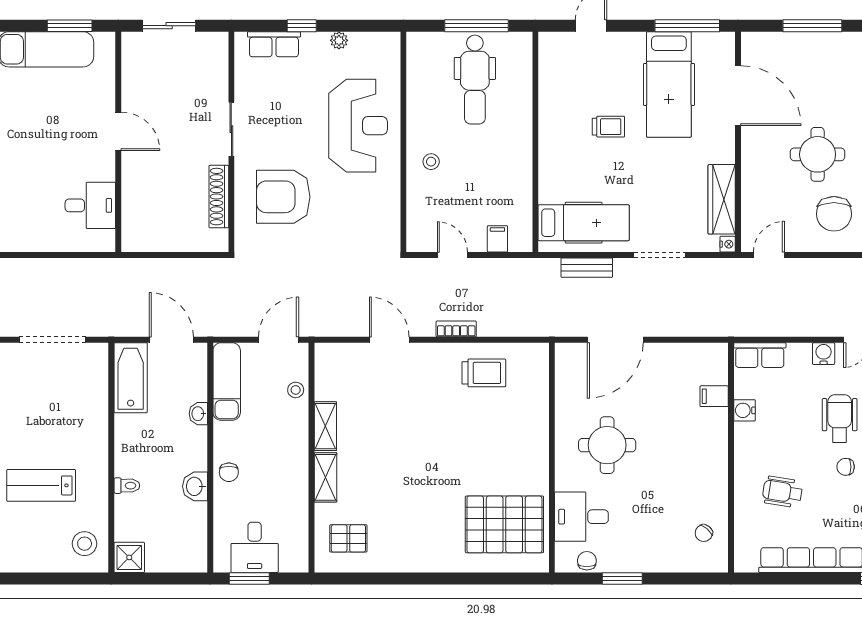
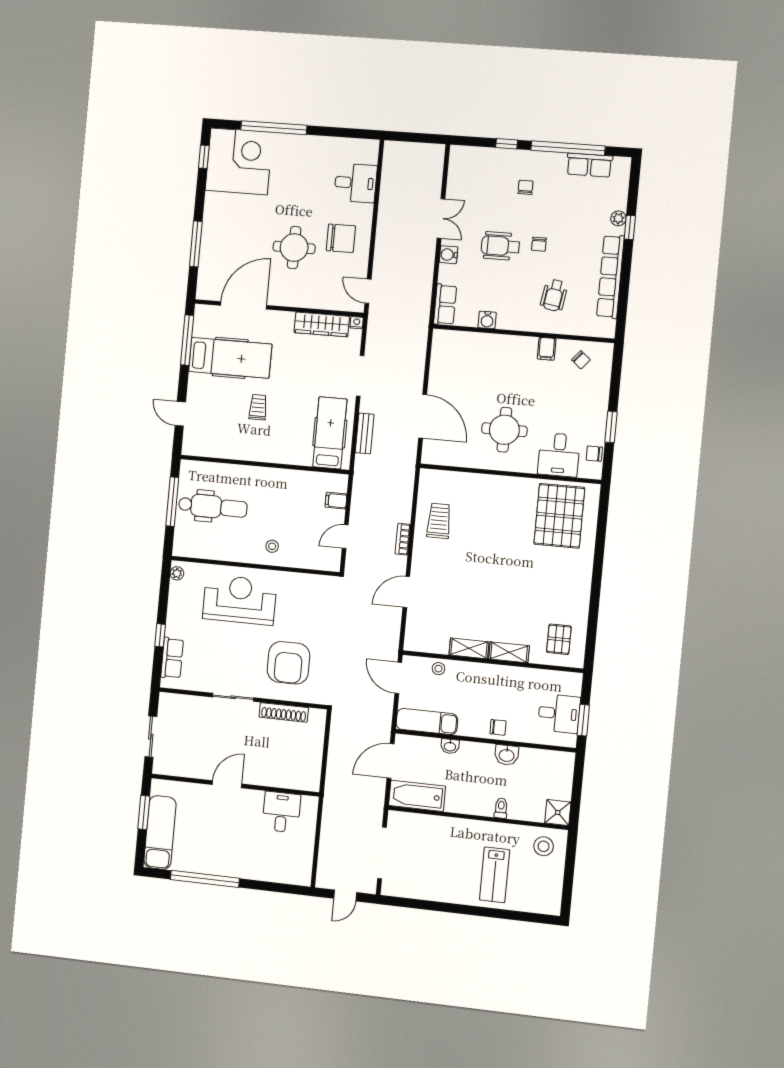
plant: (339, 40) -> (177, 573), moved
filing cabinet: (714, 396) -> (547, 349), moved

